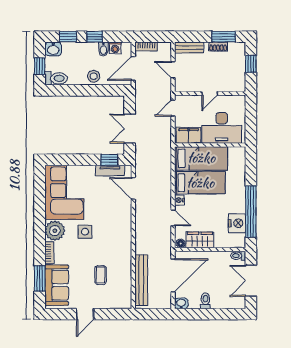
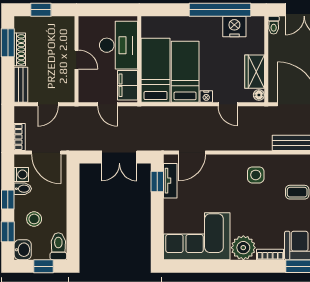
shoe rack: (218, 47) -> (20, 49), width x1.43
stool: (94, 76) -> (34, 219), moved
door: (173, 108) -> (108, 104), moved
door: (173, 218) -> (228, 104), swing flipped
side table: (85, 232) -> (256, 175), moved

